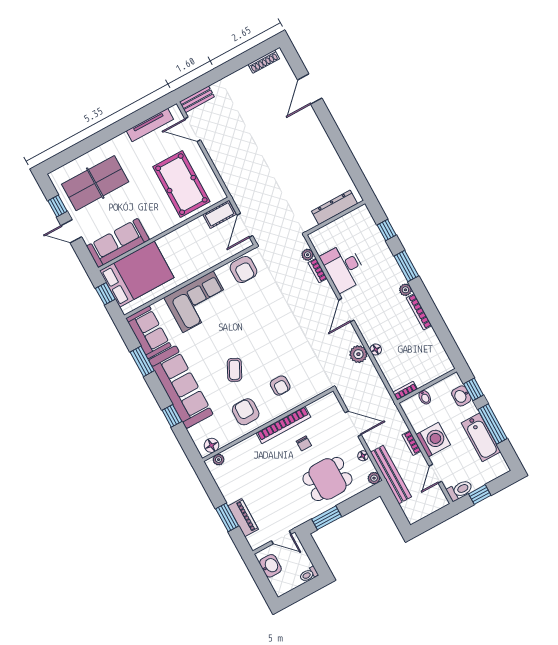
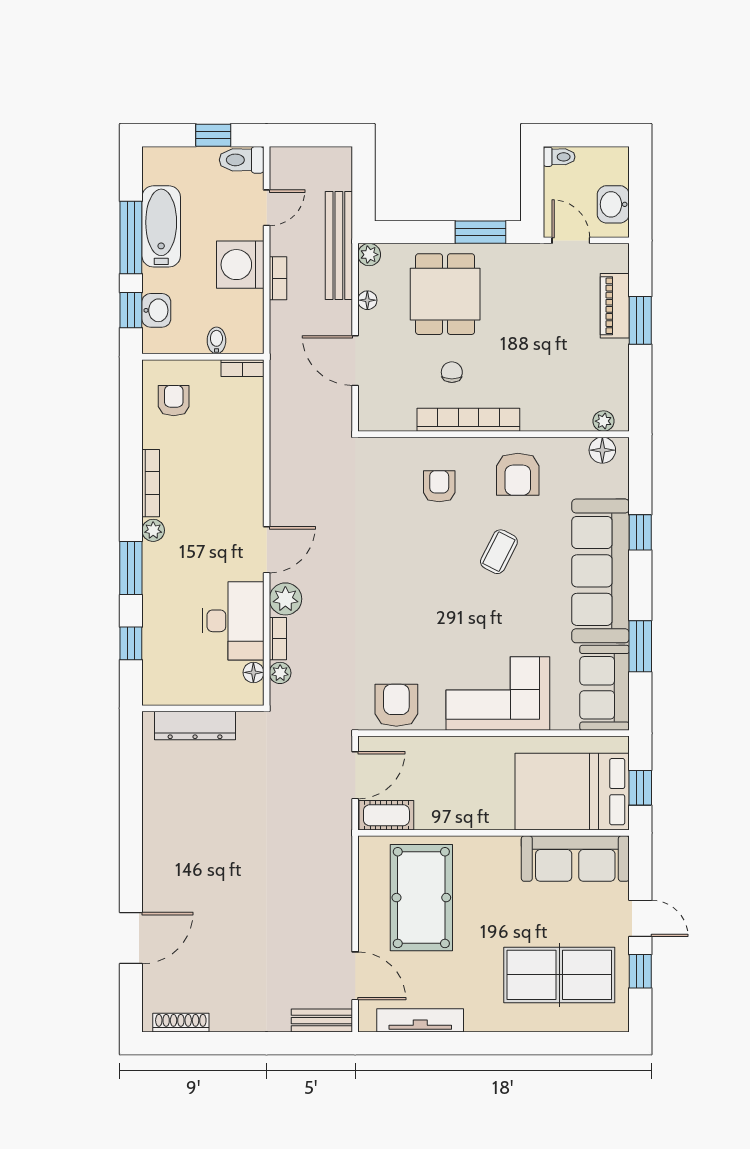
floor lamp: (376, 349) -> (253, 672), moved
plant: (358, 354) -> (285, 599), moved
armchair: (429, 357) -> (174, 401), added
dining table: (327, 479) -> (445, 294), turned 90

